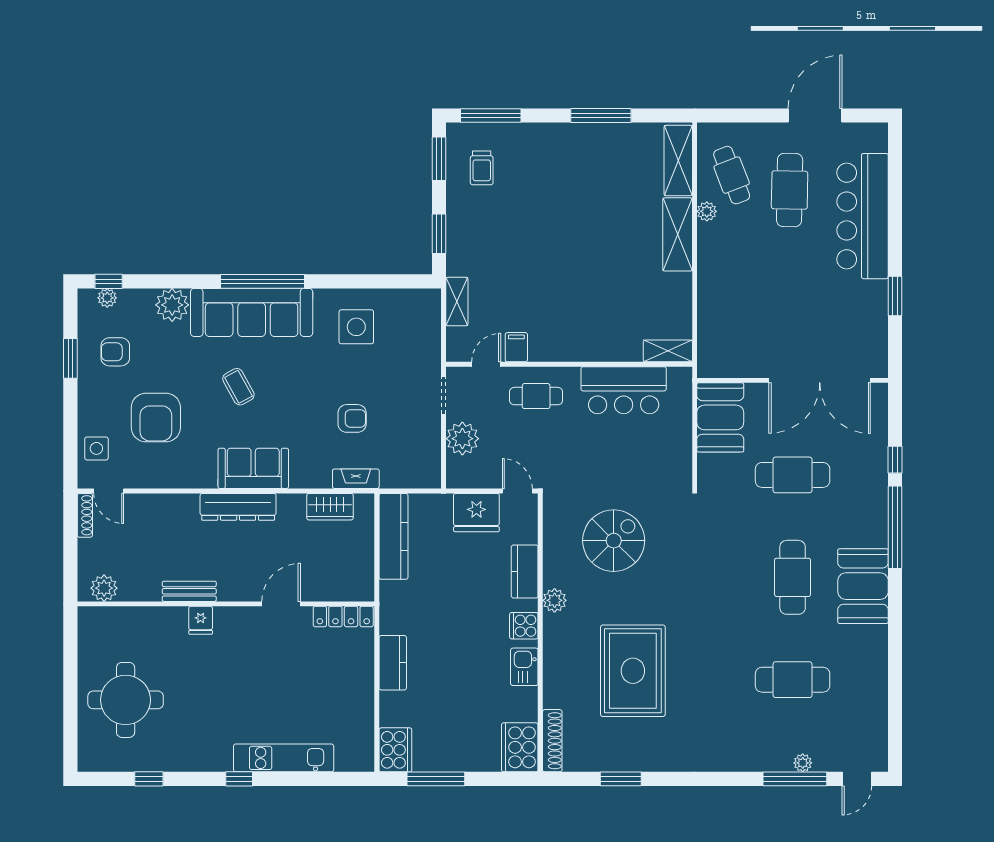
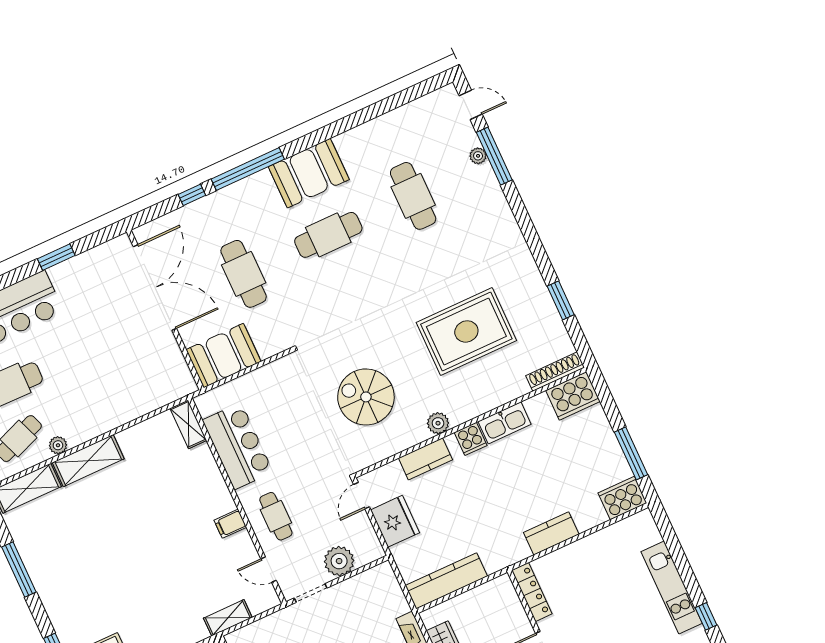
filing cabinet: (516, 347) -> (230, 524), moved
kitchen sink: (524, 667) -> (505, 423), width x1.38

